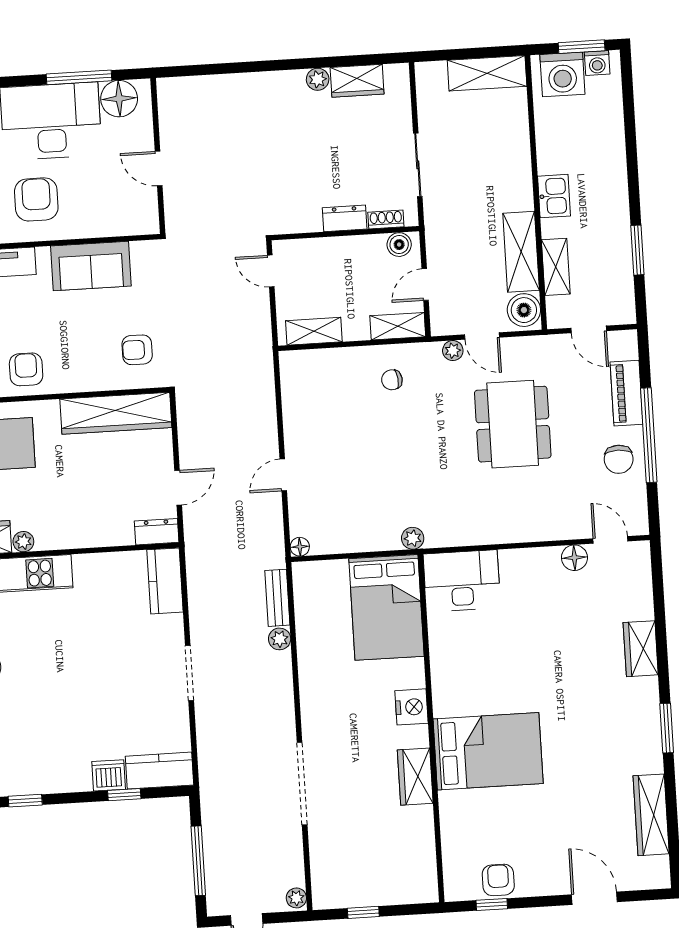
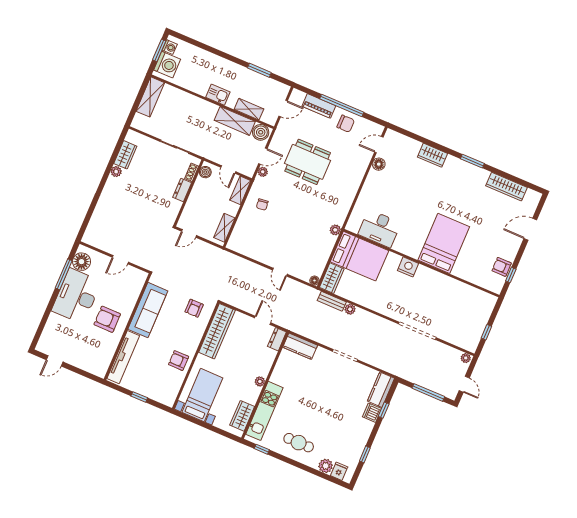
sofa: (91, 266) -> (148, 310), width x1.36
plant: (23, 542) -> (260, 381), moved
desk: (462, 581) -> (379, 228), moved, turned -90
wardrobe: (415, 777) -> (332, 278), moved, turned -90

